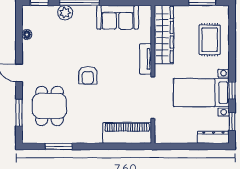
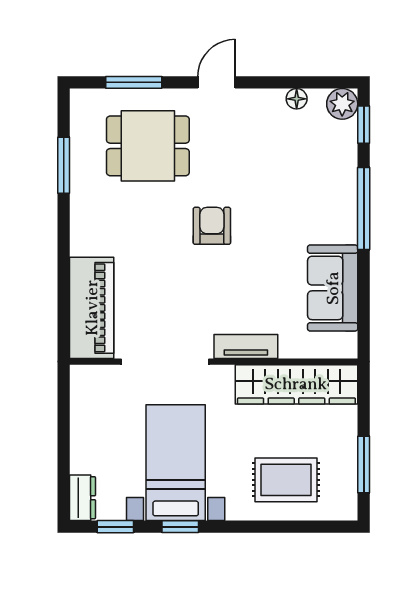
plant: (65, 13) -> (342, 104), moved
armchair: (88, 75) -> (212, 226), turned 90
dresser: (213, 137) -> (82, 498), width x0.70

